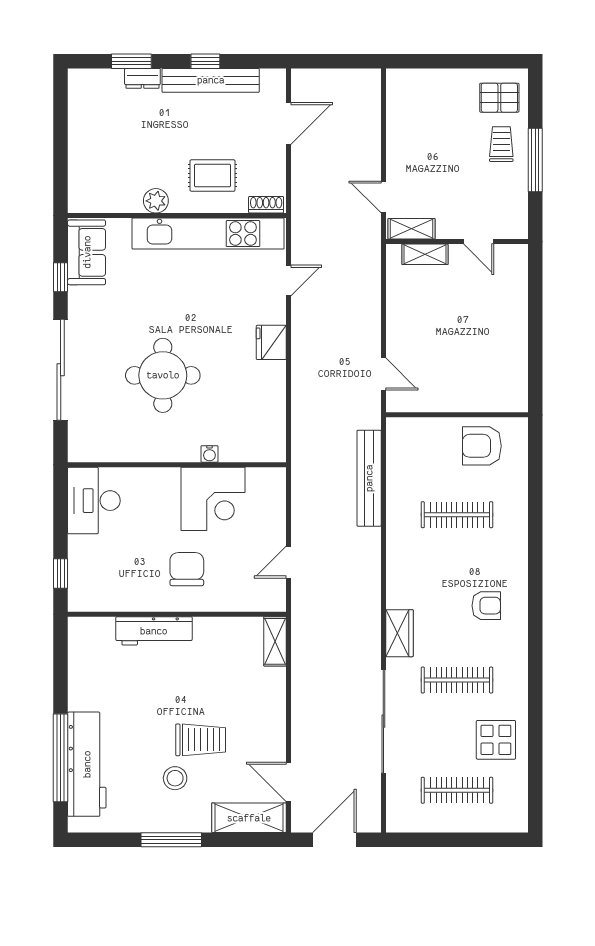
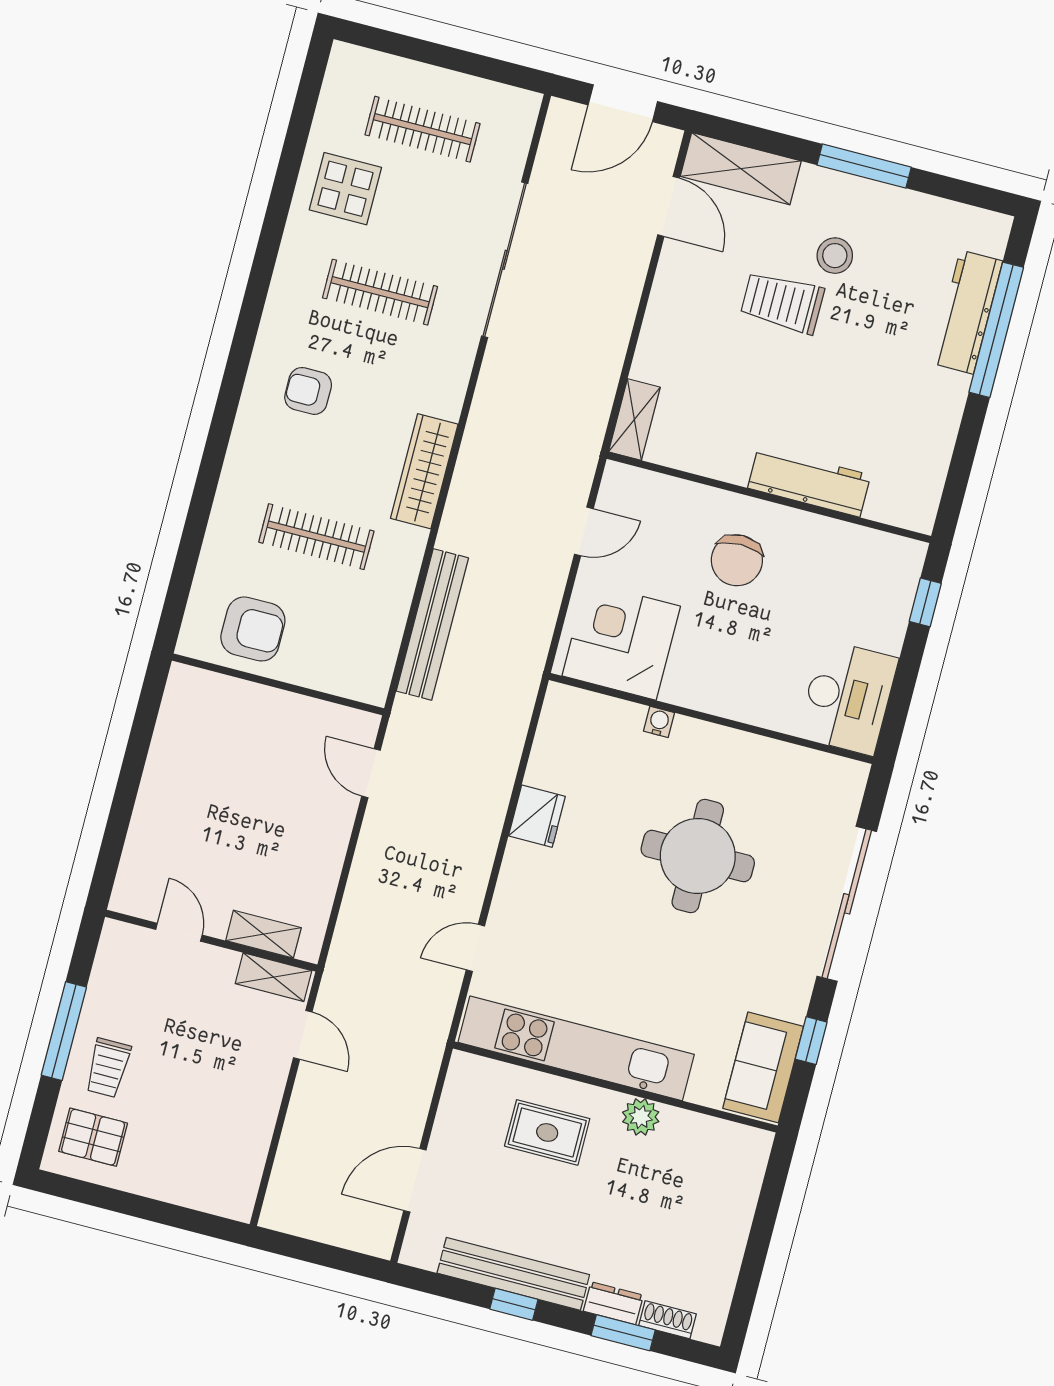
shoe rack: (266, 205) -> (667, 1320), moved, turned 180
fridge: (271, 342) -> (537, 816), moved
corner desk: (213, 499) -> (621, 641), moved
wardrobe: (399, 633) -> (424, 471), moved, width x1.50
workbench: (87, 764) -> (967, 312), width x0.73, depth x0.76

